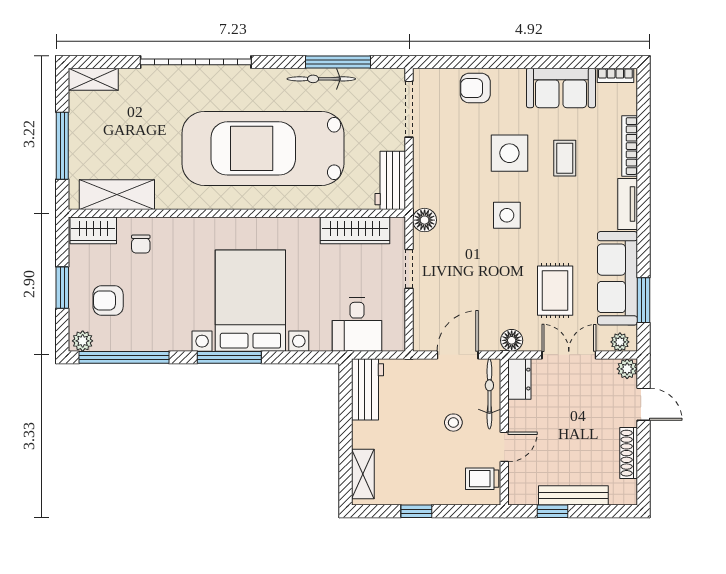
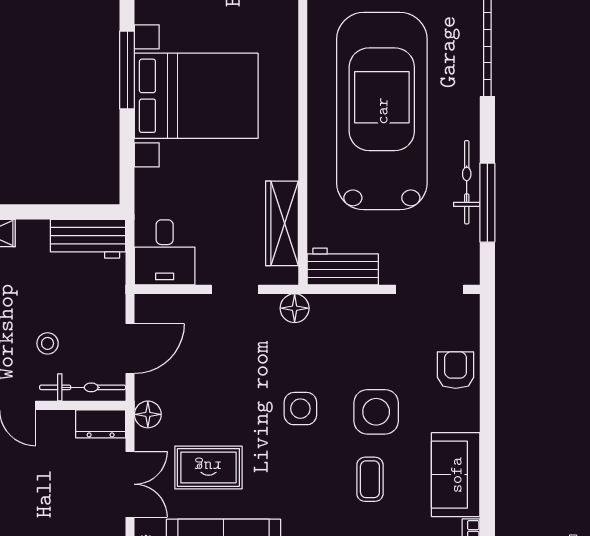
coffee table: (565, 158) -> (370, 479), turned 90
desk: (357, 325) -> (165, 252), moved, turned -90
door: (458, 355) -> (130, 349), hinge flipped

